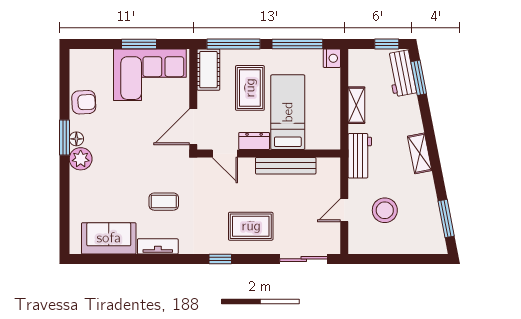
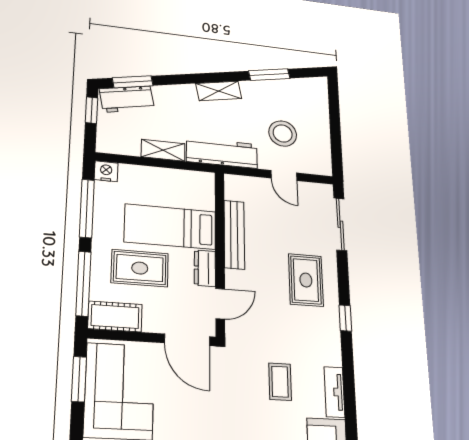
window: (139, 44) -> (79, 379), moved
workbench: (360, 156) -> (222, 153), width x1.38
window: (446, 218) -> (269, 75), moved

